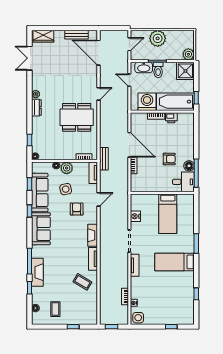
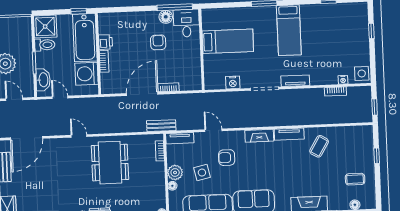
plant: (188, 54) -> (24, 24), removed
toilet: (158, 70) -> (45, 45), moved
door: (129, 80) -> (60, 97), swing flipped

